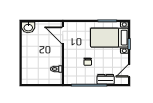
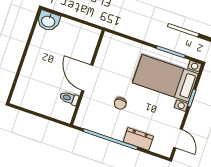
door: (63, 35) -> (87, 78), moved
door: (129, 71) -> (178, 138), swing flipped

